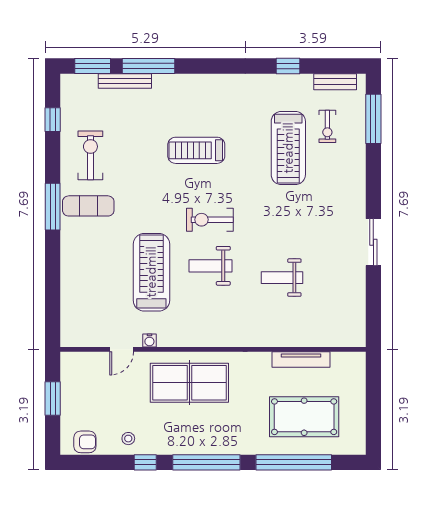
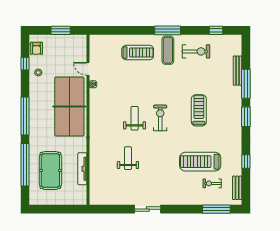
window: (93, 66) -> (246, 117), moved
treadmill: (151, 272) -> (138, 53), moved, width x0.73, depth x0.73
table tennis table: (189, 383) -> (69, 107), width x1.36, depth x1.32
window: (145, 462) -> (25, 64), moved

